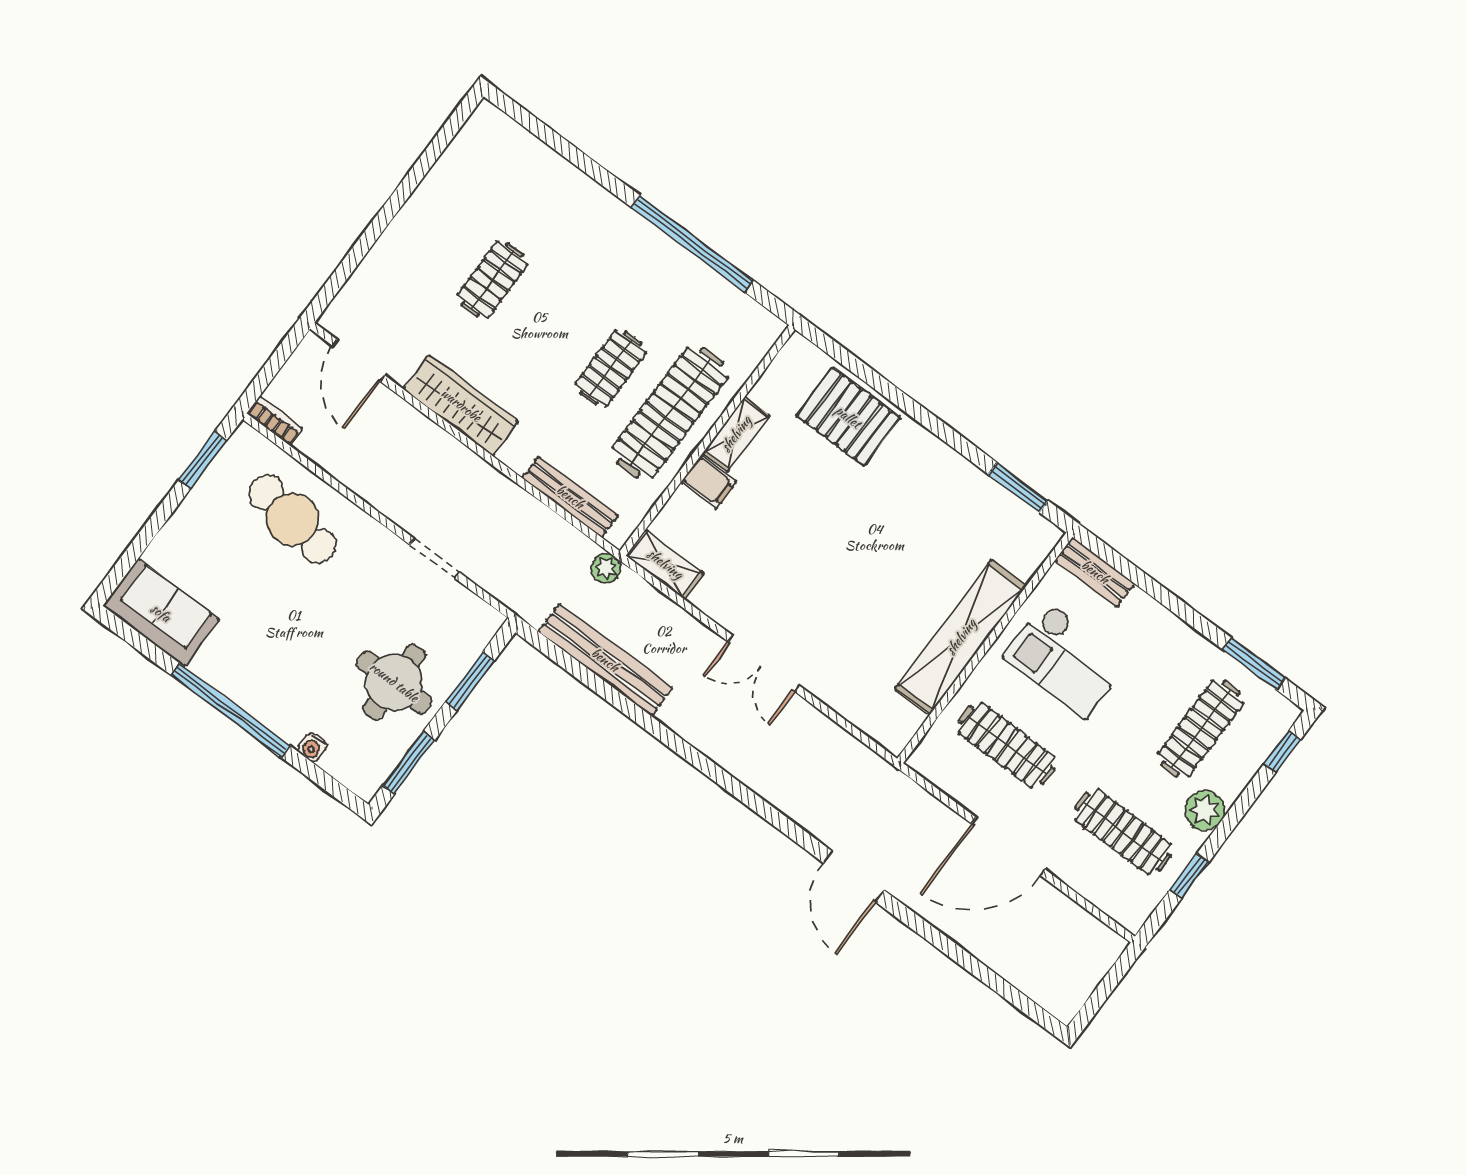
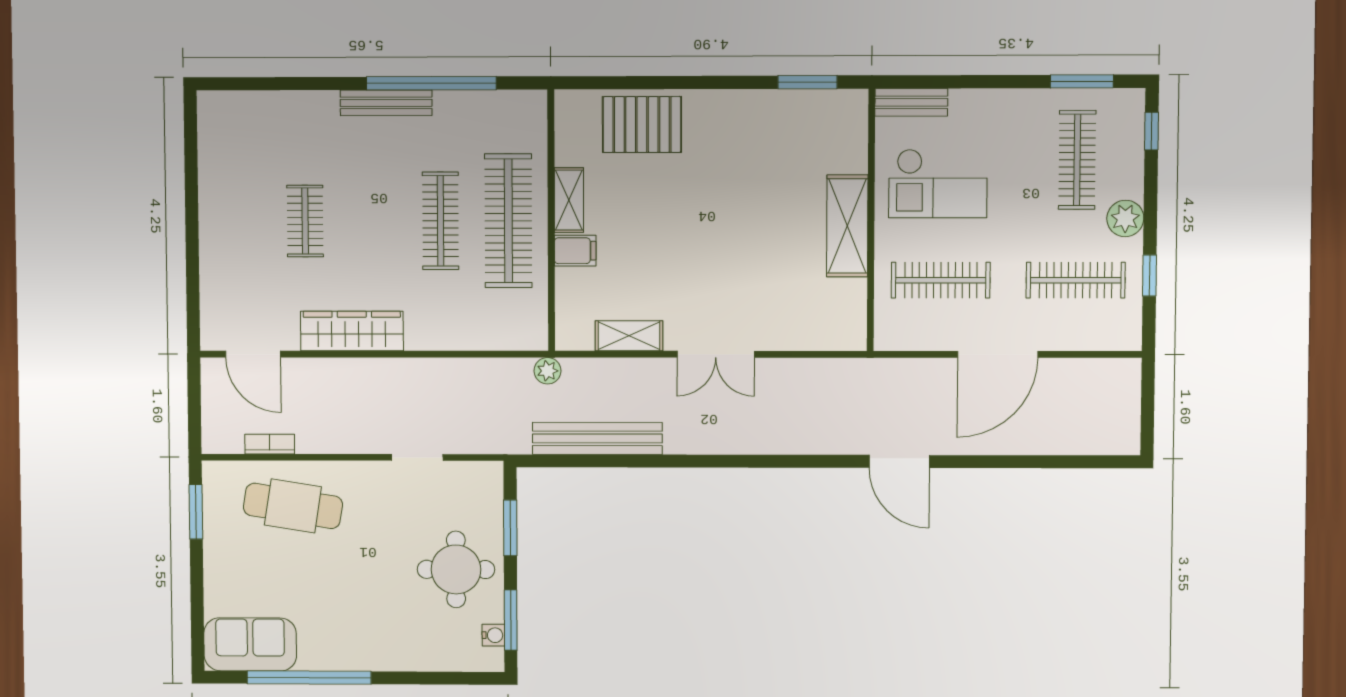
clothes rail: (611, 368) -> (440, 221), width x1.36
bookcase: (275, 421) -> (270, 444), moved
bench: (570, 497) -> (386, 103), moved
shelving: (665, 564) -> (629, 336), moved
shelving: (961, 637) -> (847, 226), width x0.68
window: (230, 710) -> (309, 678), moved
water cooler: (312, 748) -> (493, 635), moved, turned -90

